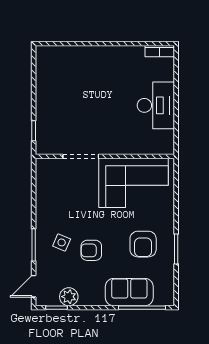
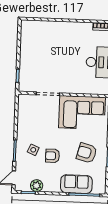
armchair: (143, 244) -> (87, 153), turned 105

